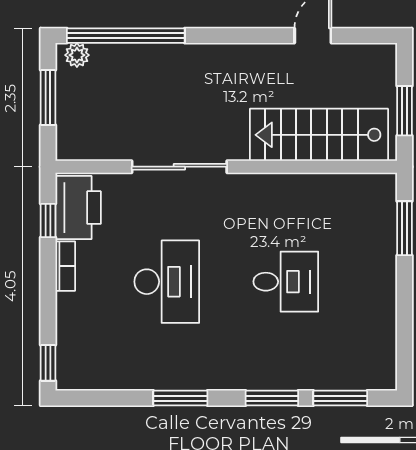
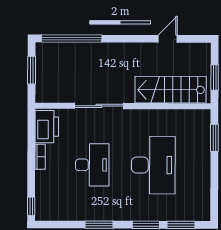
plant: (77, 55) -> (47, 48), removed
window: (48, 221) -> (31, 133), removed
desk: (286, 282) -> (153, 165), width x1.87, depth x1.30

